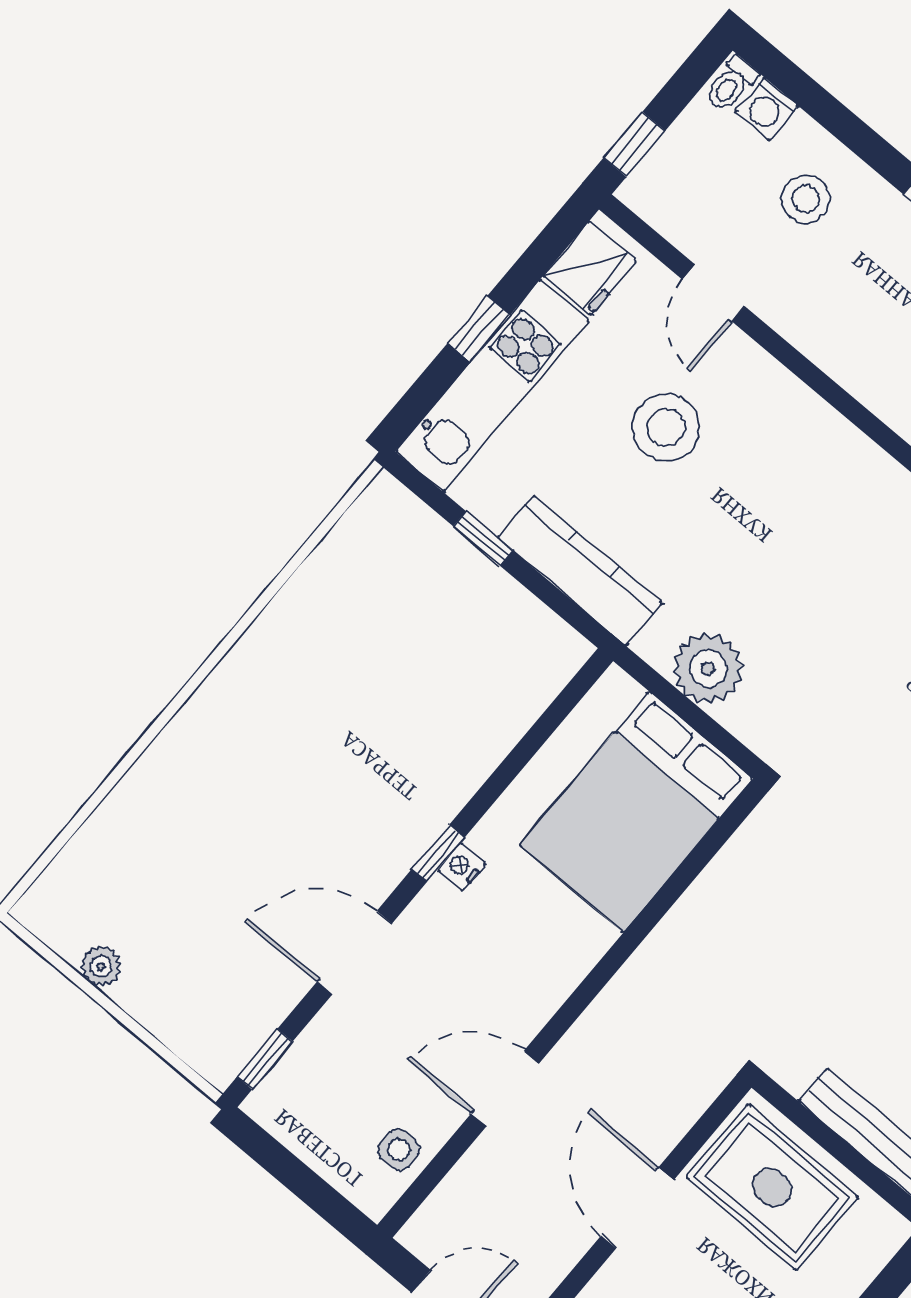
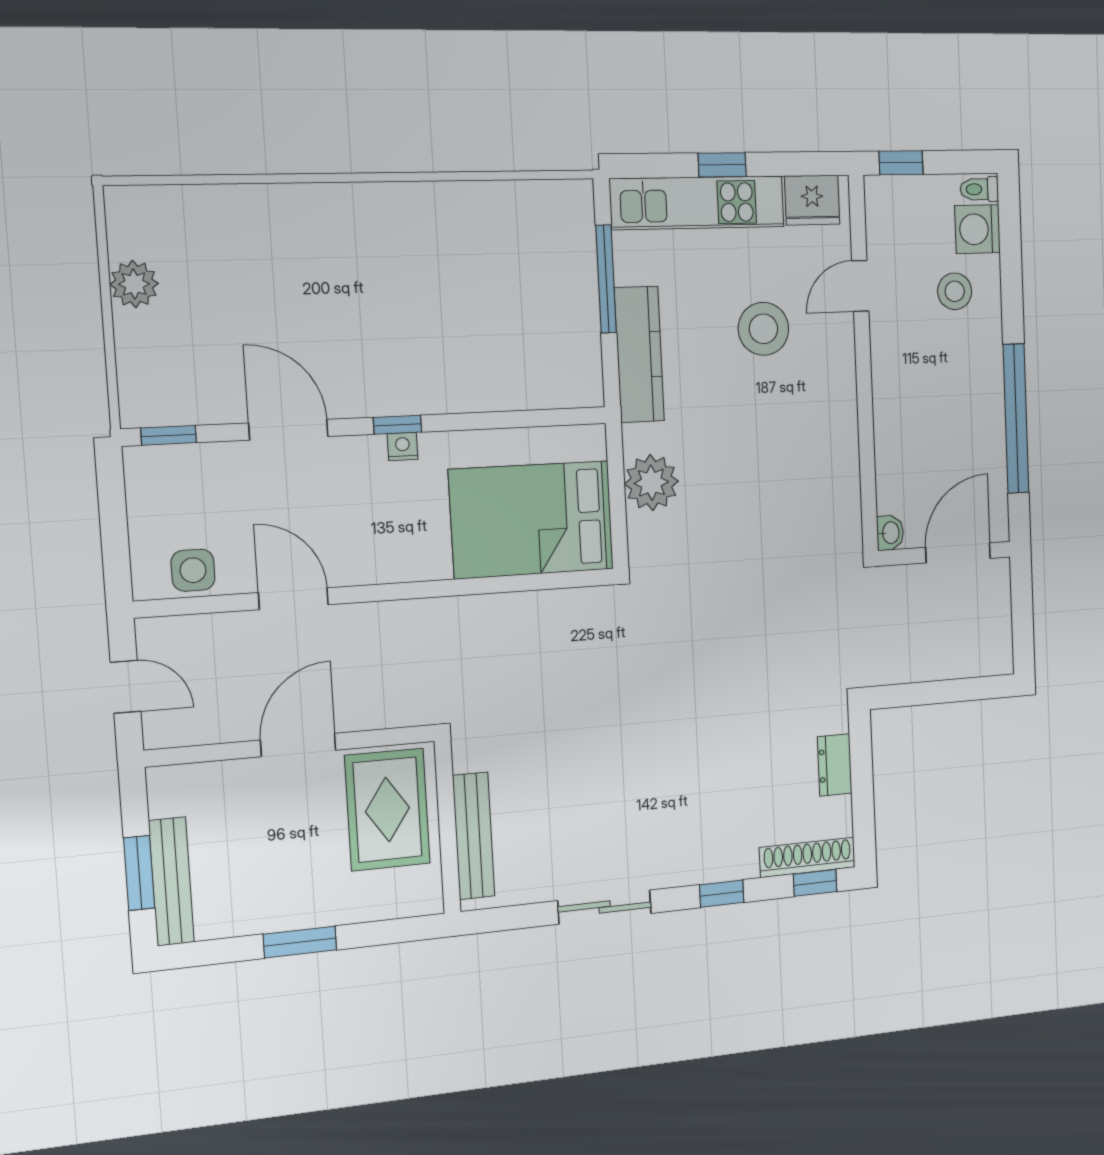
washing machine: (767, 109) -> (978, 229), width x1.38, depth x1.38
window: (483, 539) -> (606, 279), width x2.17
plant: (101, 966) -> (134, 284), width x1.38, depth x1.38
side table: (399, 1150) -> (193, 570), width x1.37, depth x1.37

